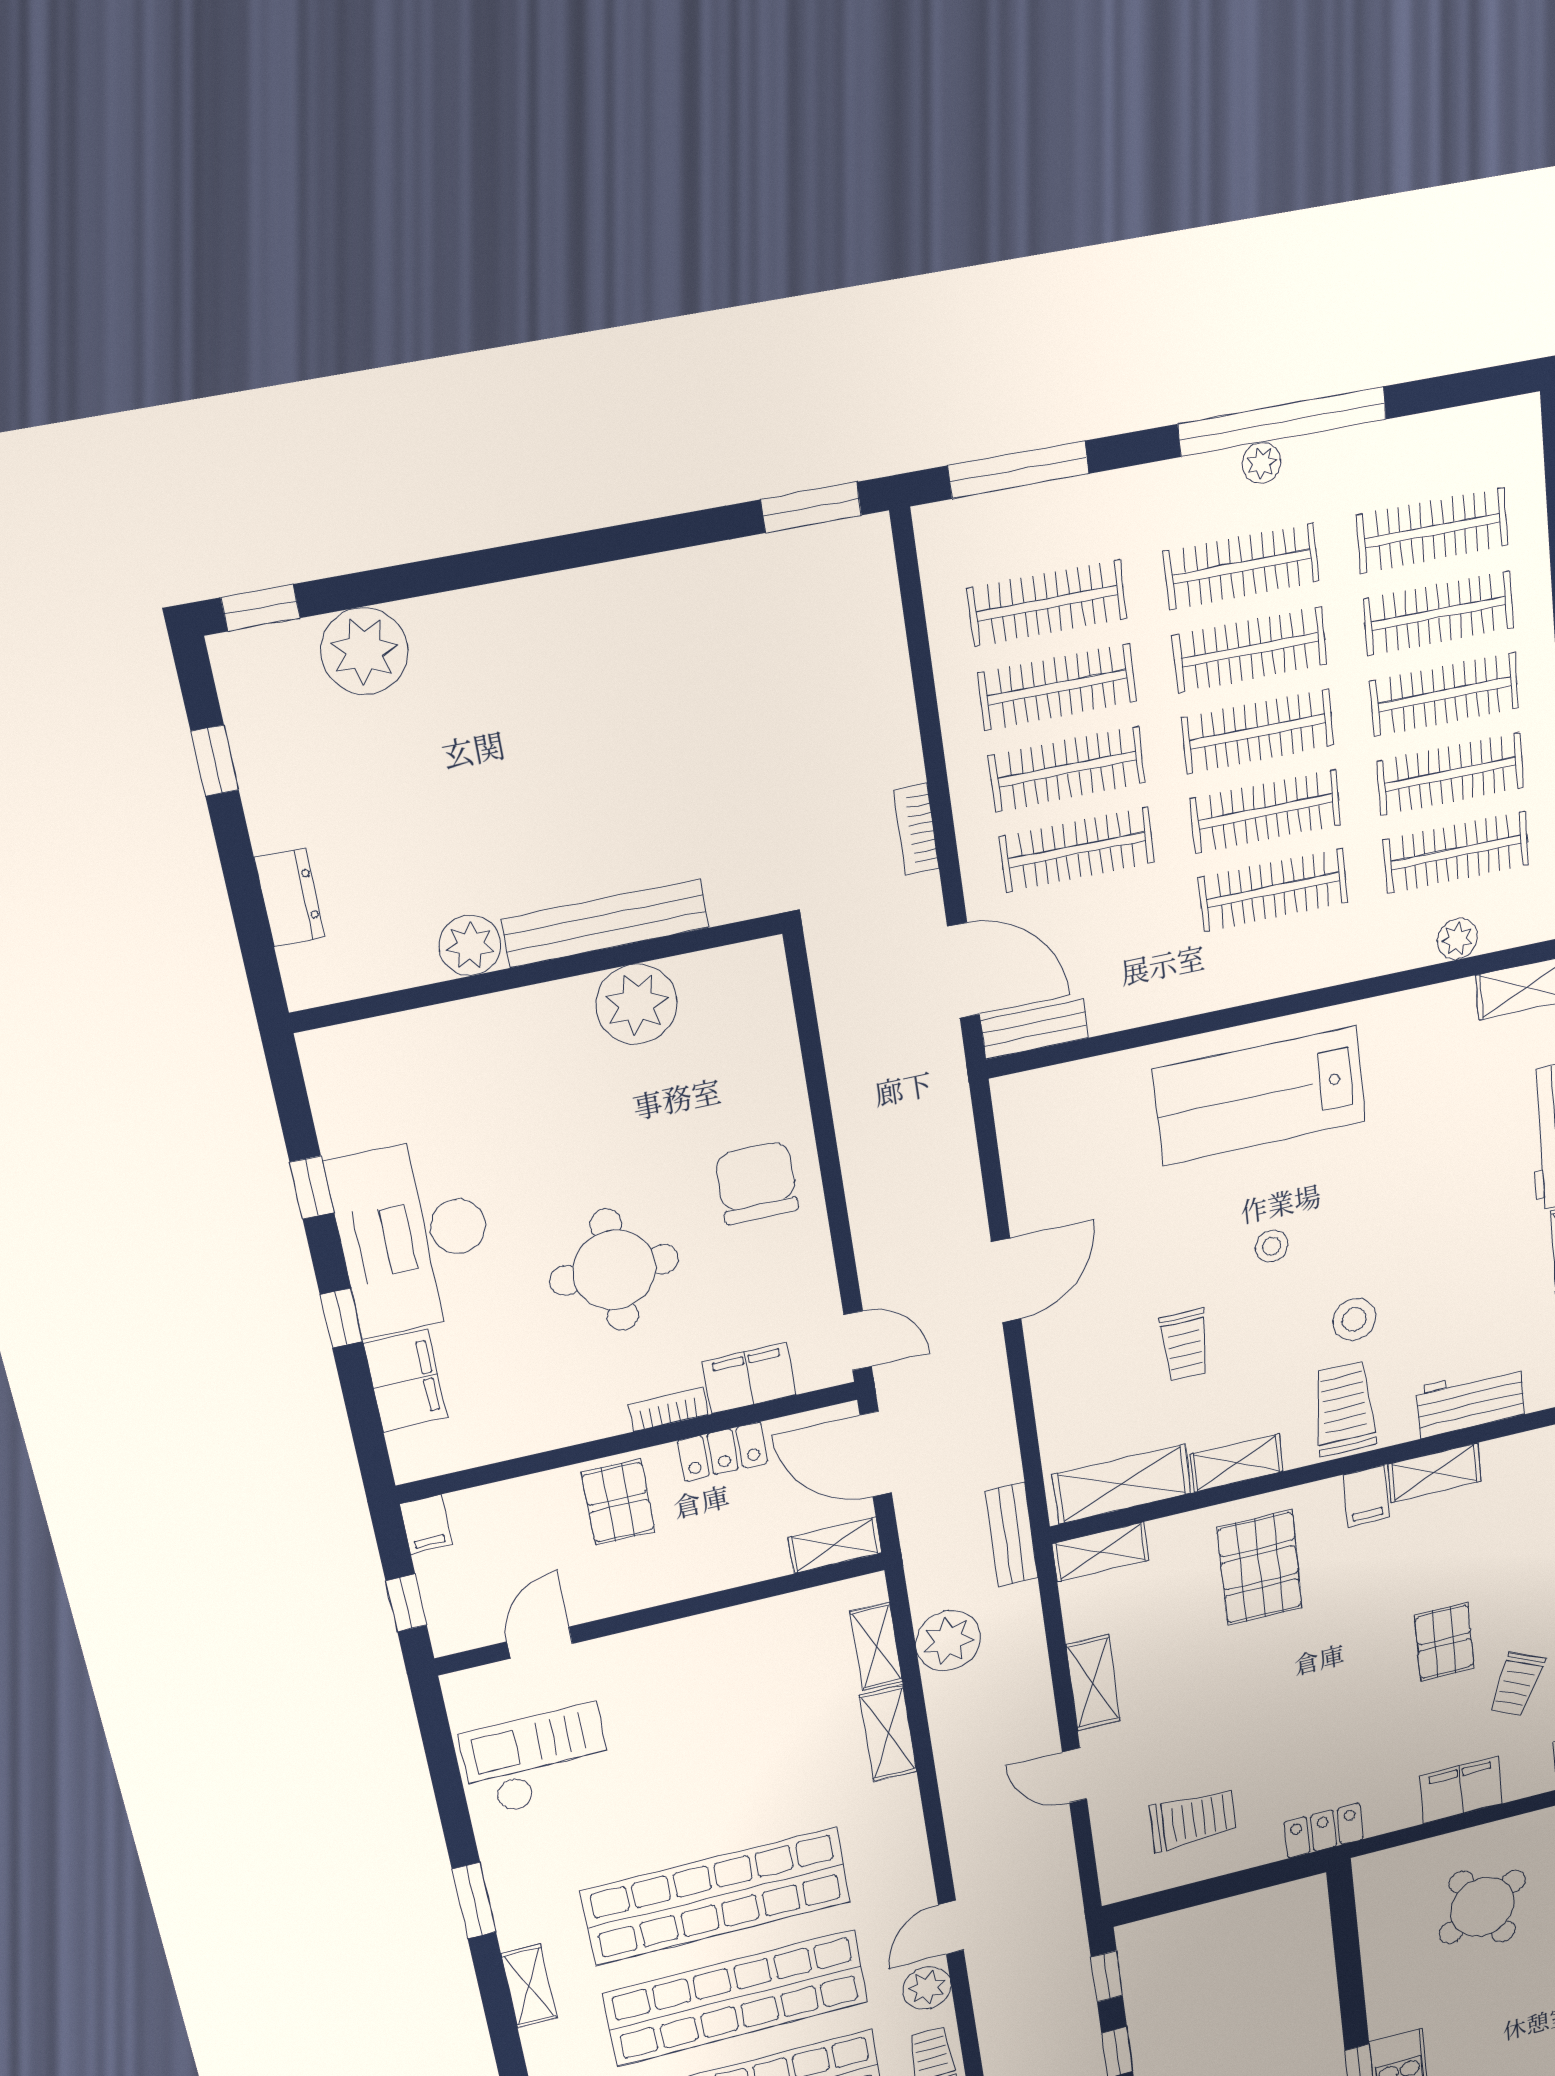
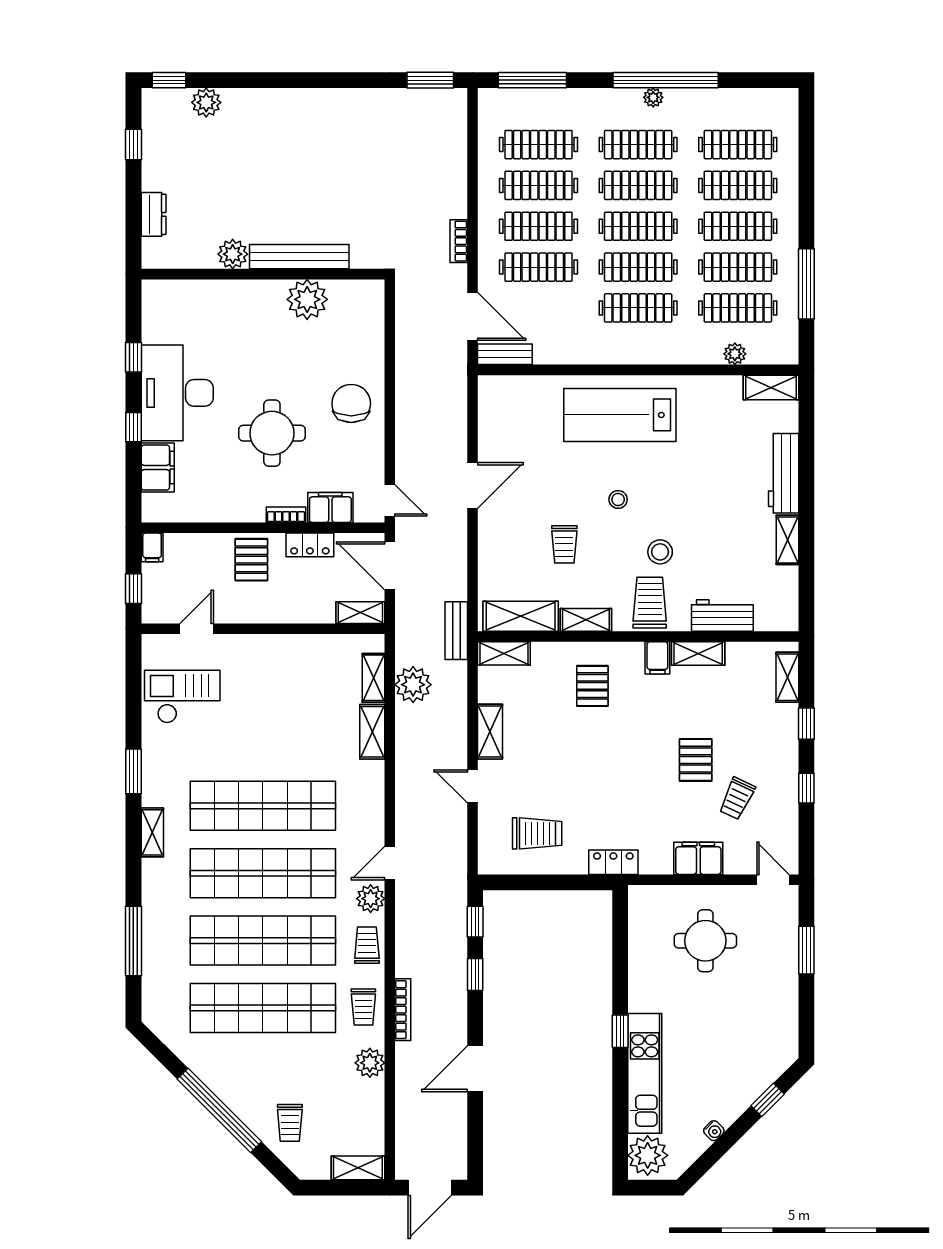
plant: (364, 651) -> (206, 102), width x0.73, depth x0.73
pallet: (1260, 1568) -> (592, 686), width x0.67, depth x0.71
round table: (1482, 1907) -> (705, 941), turned 30

